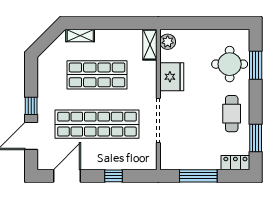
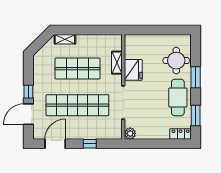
plant: (168, 42) -> (130, 133), moved
shelving: (150, 45) -> (117, 63), moved
window: (256, 65) -> (196, 77), moved
cafe table: (232, 114) -> (178, 97), width x1.37, depth x1.35
window: (198, 176) -> (153, 144), removed

